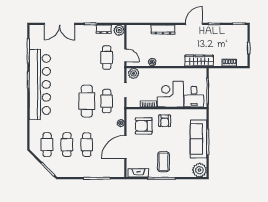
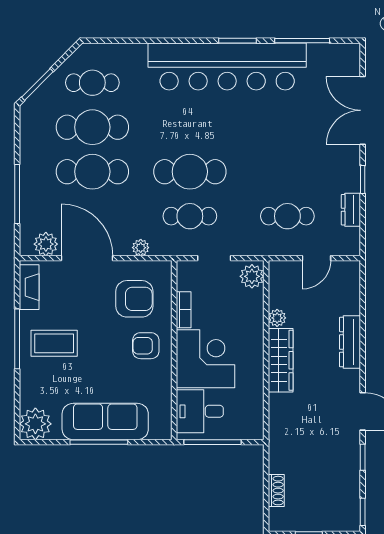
plant: (119, 30) -> (46, 244), moved
door: (125, 55) -> (316, 258), moved
wardrobe: (199, 61) -> (281, 360), moved
armchair: (144, 126) -> (134, 299), turned 90
cafe table: (67, 145) -> (92, 127), width x1.37, depth x1.35
cafe table: (87, 145) -> (92, 172), width x1.37, depth x1.35

